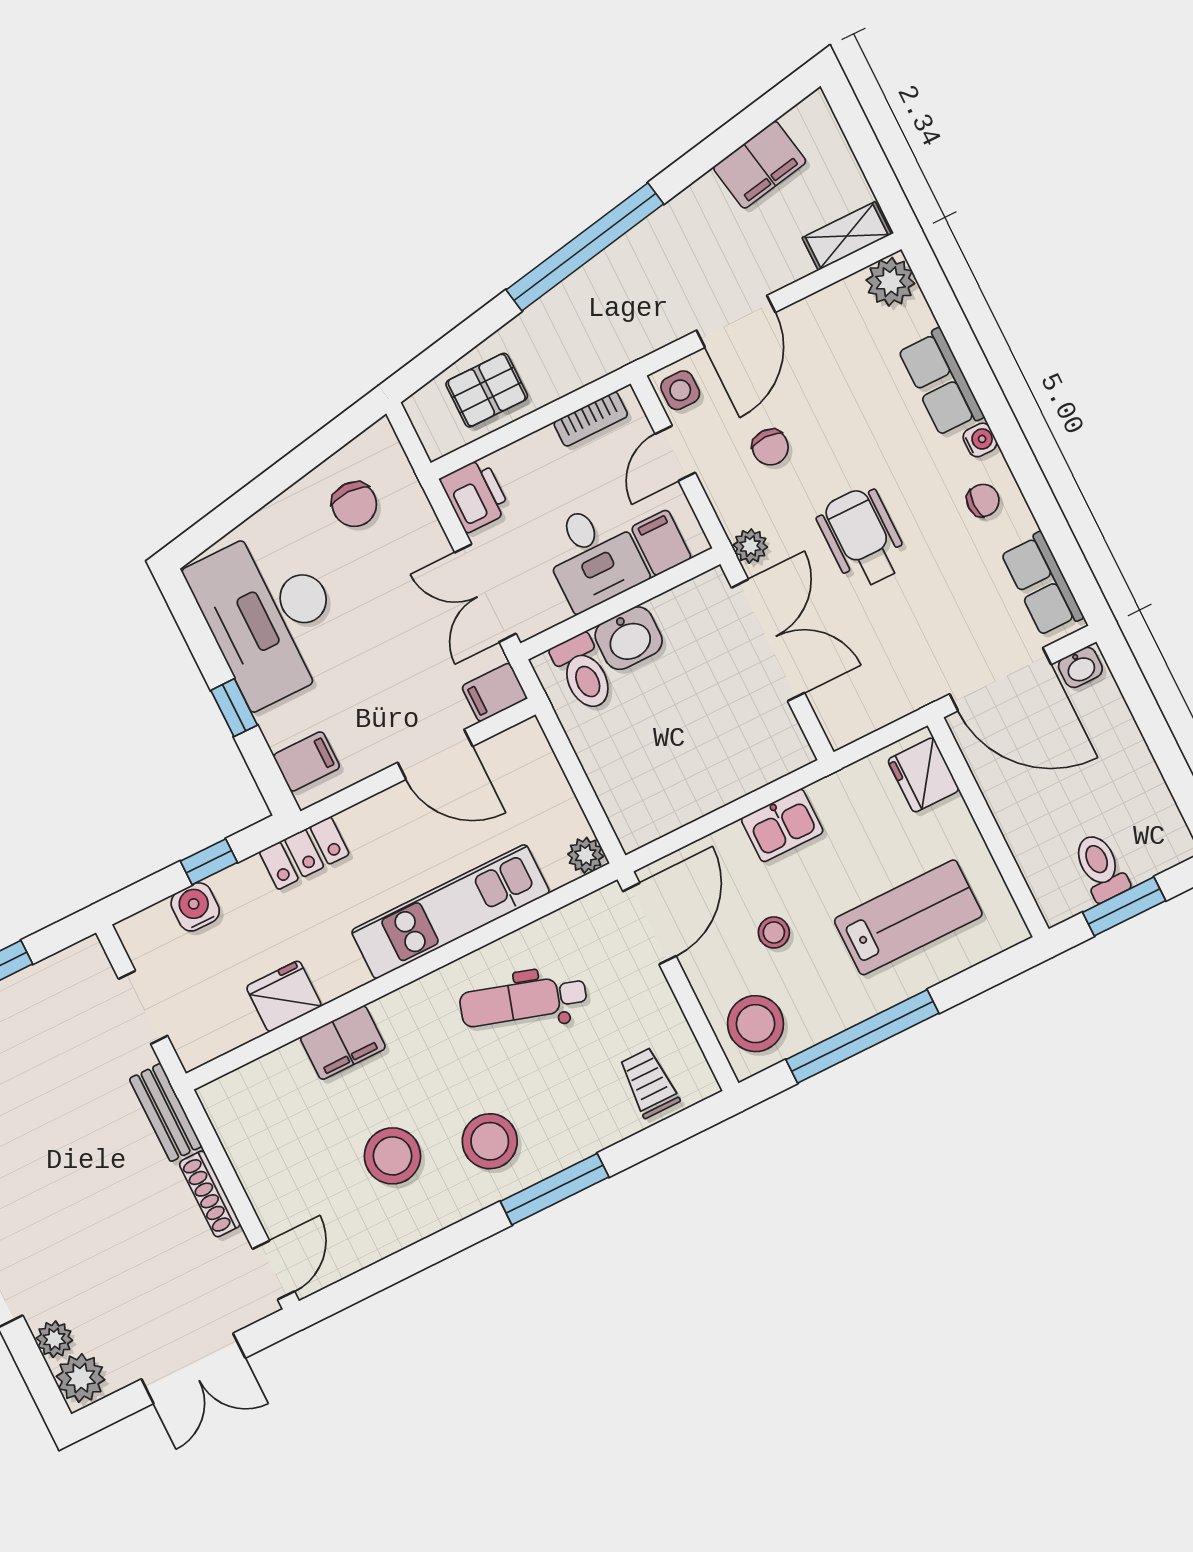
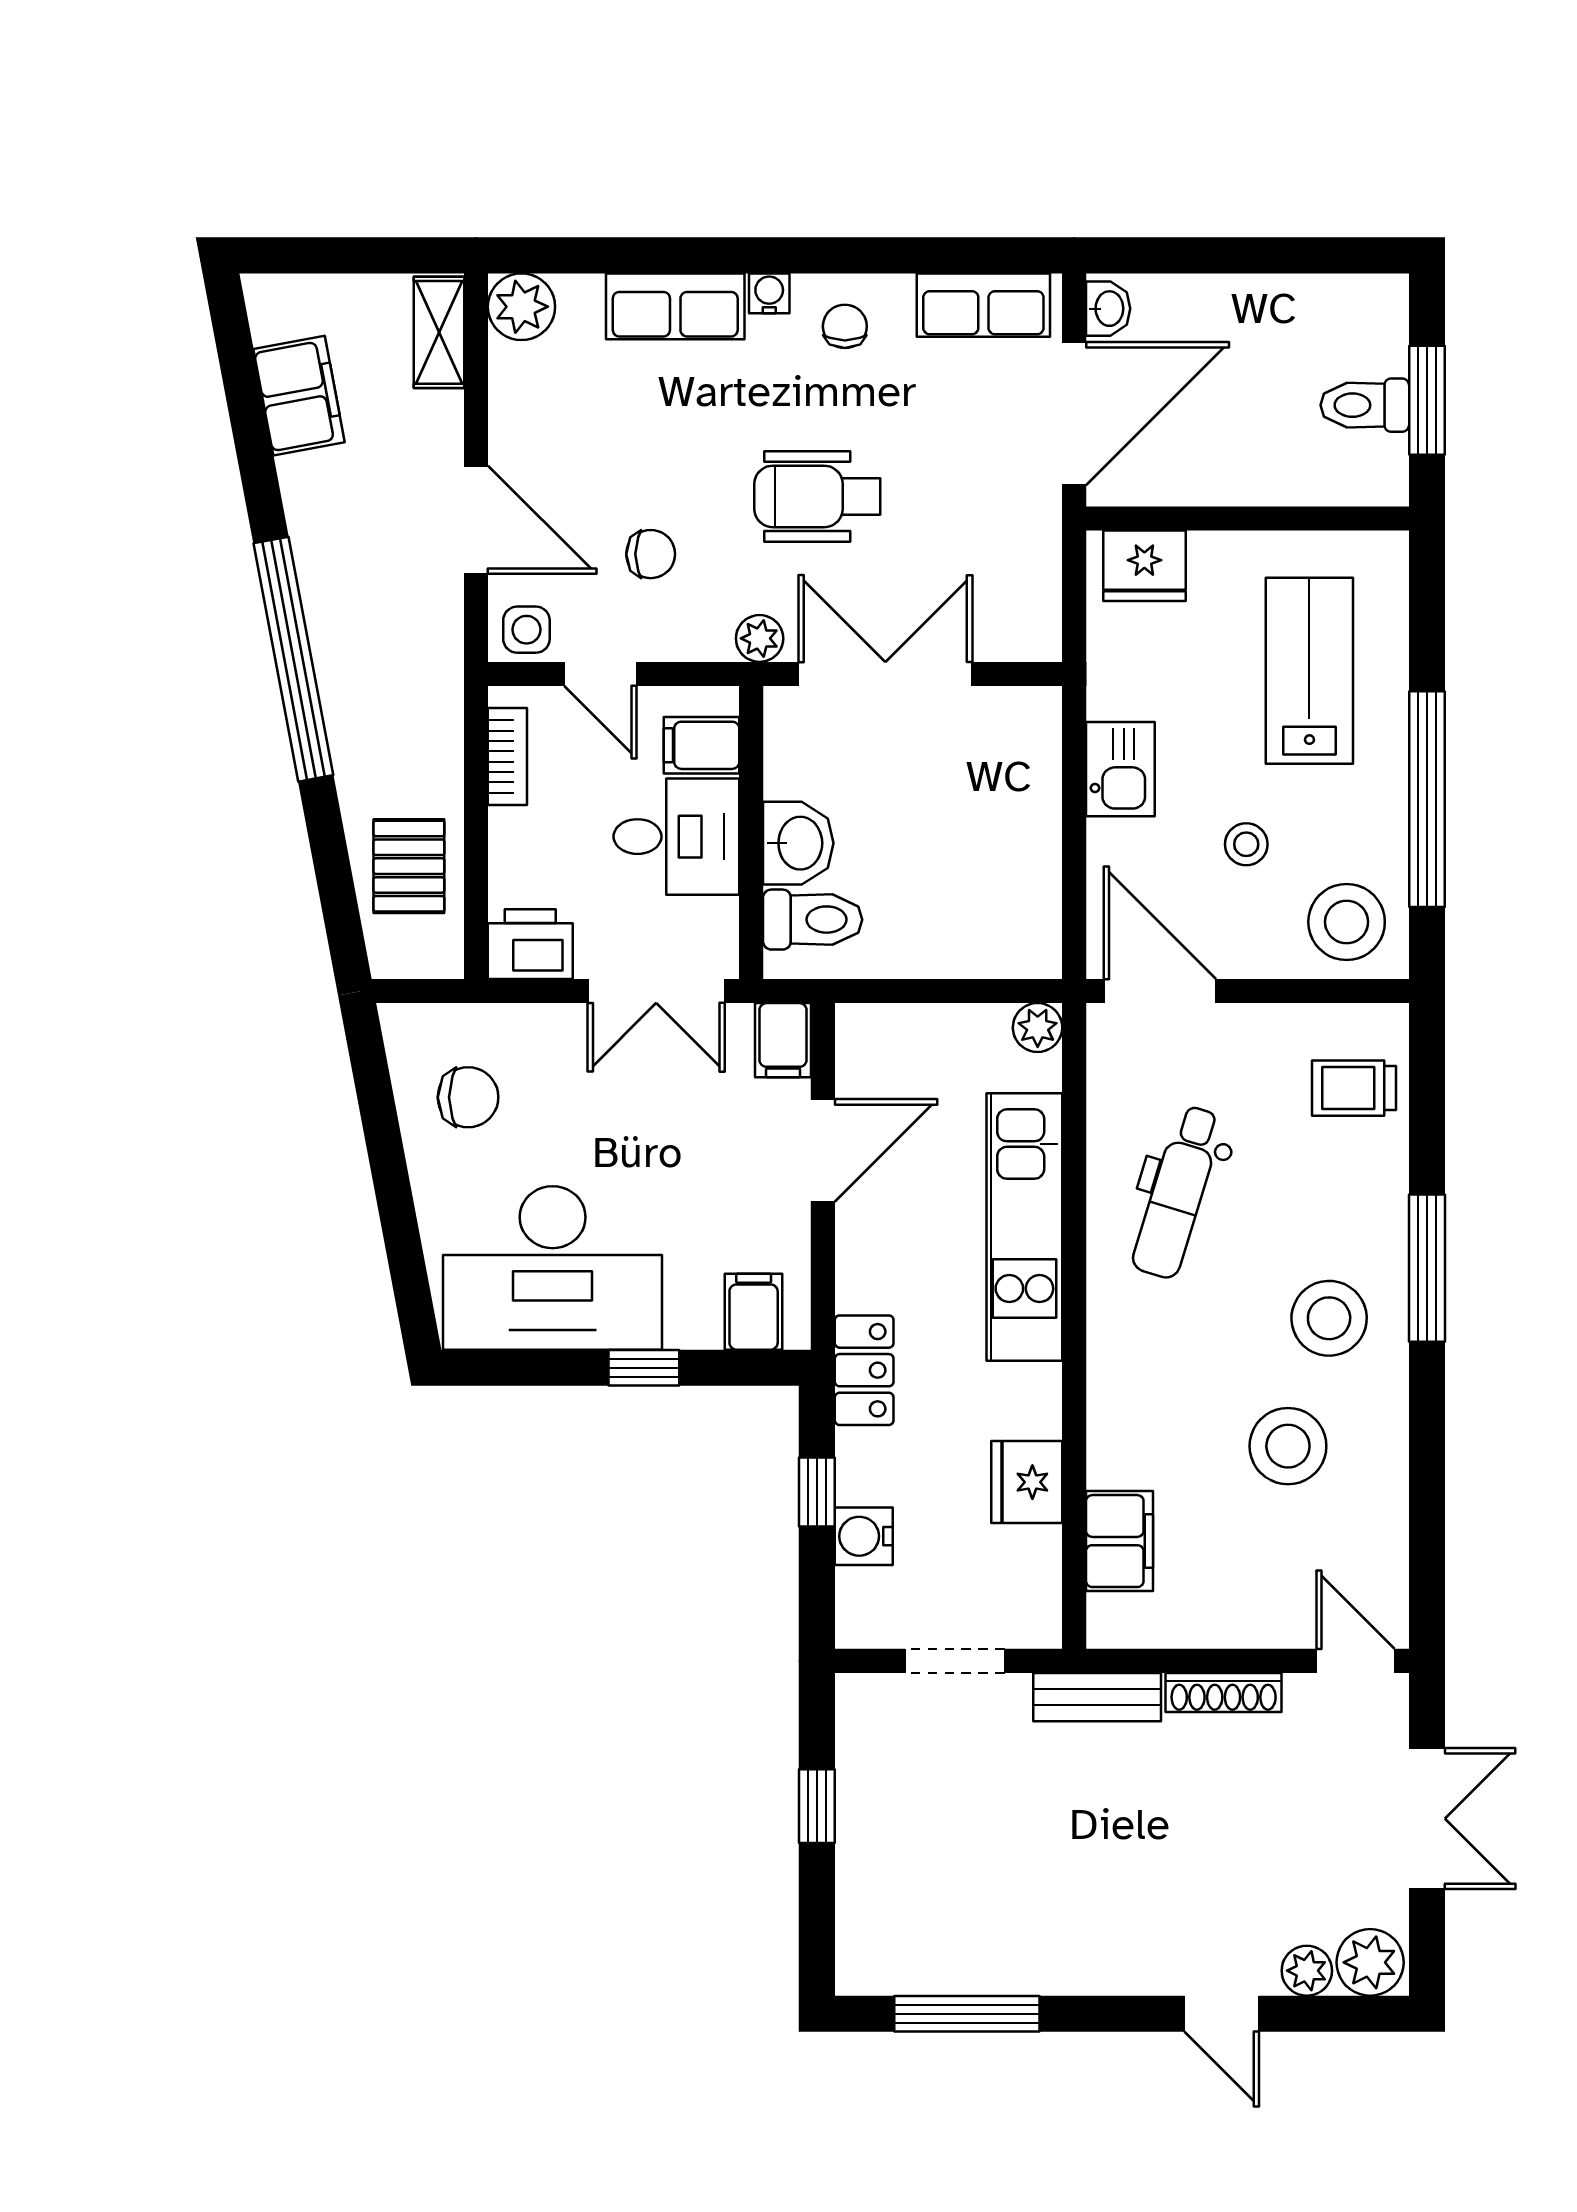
filing cabinet: (343, 1043) -> (1119, 1541), moved

